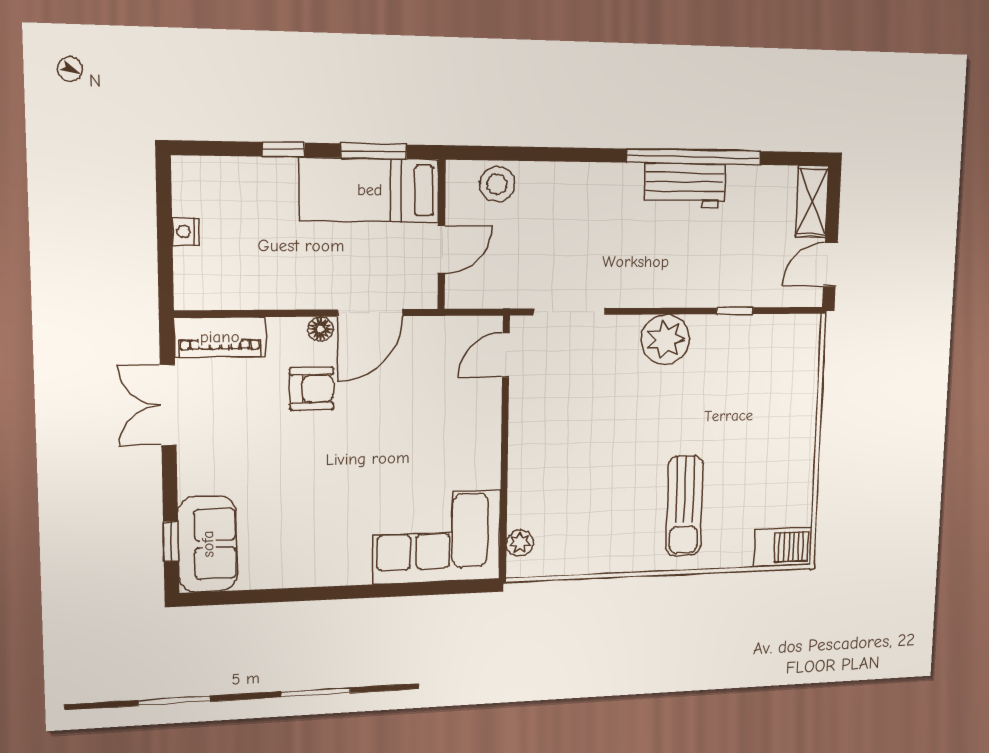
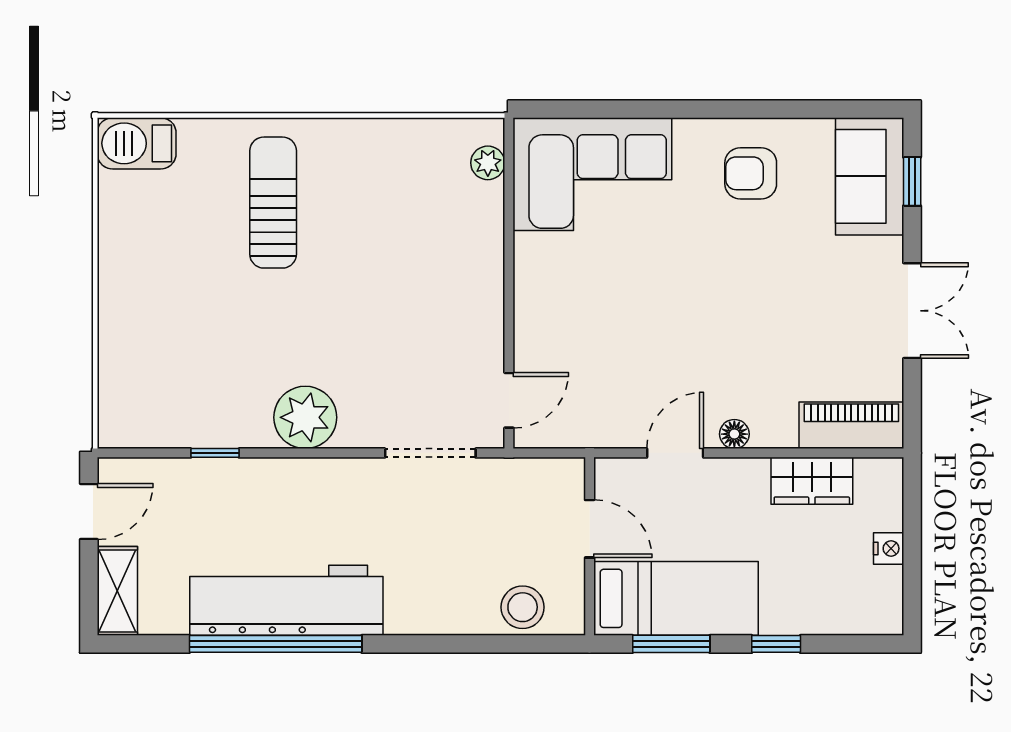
workbench: (685, 185) -> (286, 600), width x1.87, depth x1.32
door: (442, 250) -> (590, 529), swing flipped
wardrobe: (254, 290) -> (812, 481), added
door: (370, 313) -> (675, 453), width x0.73
armchair: (312, 389) -> (751, 173), moved
double door: (168, 405) -> (912, 311), moved

